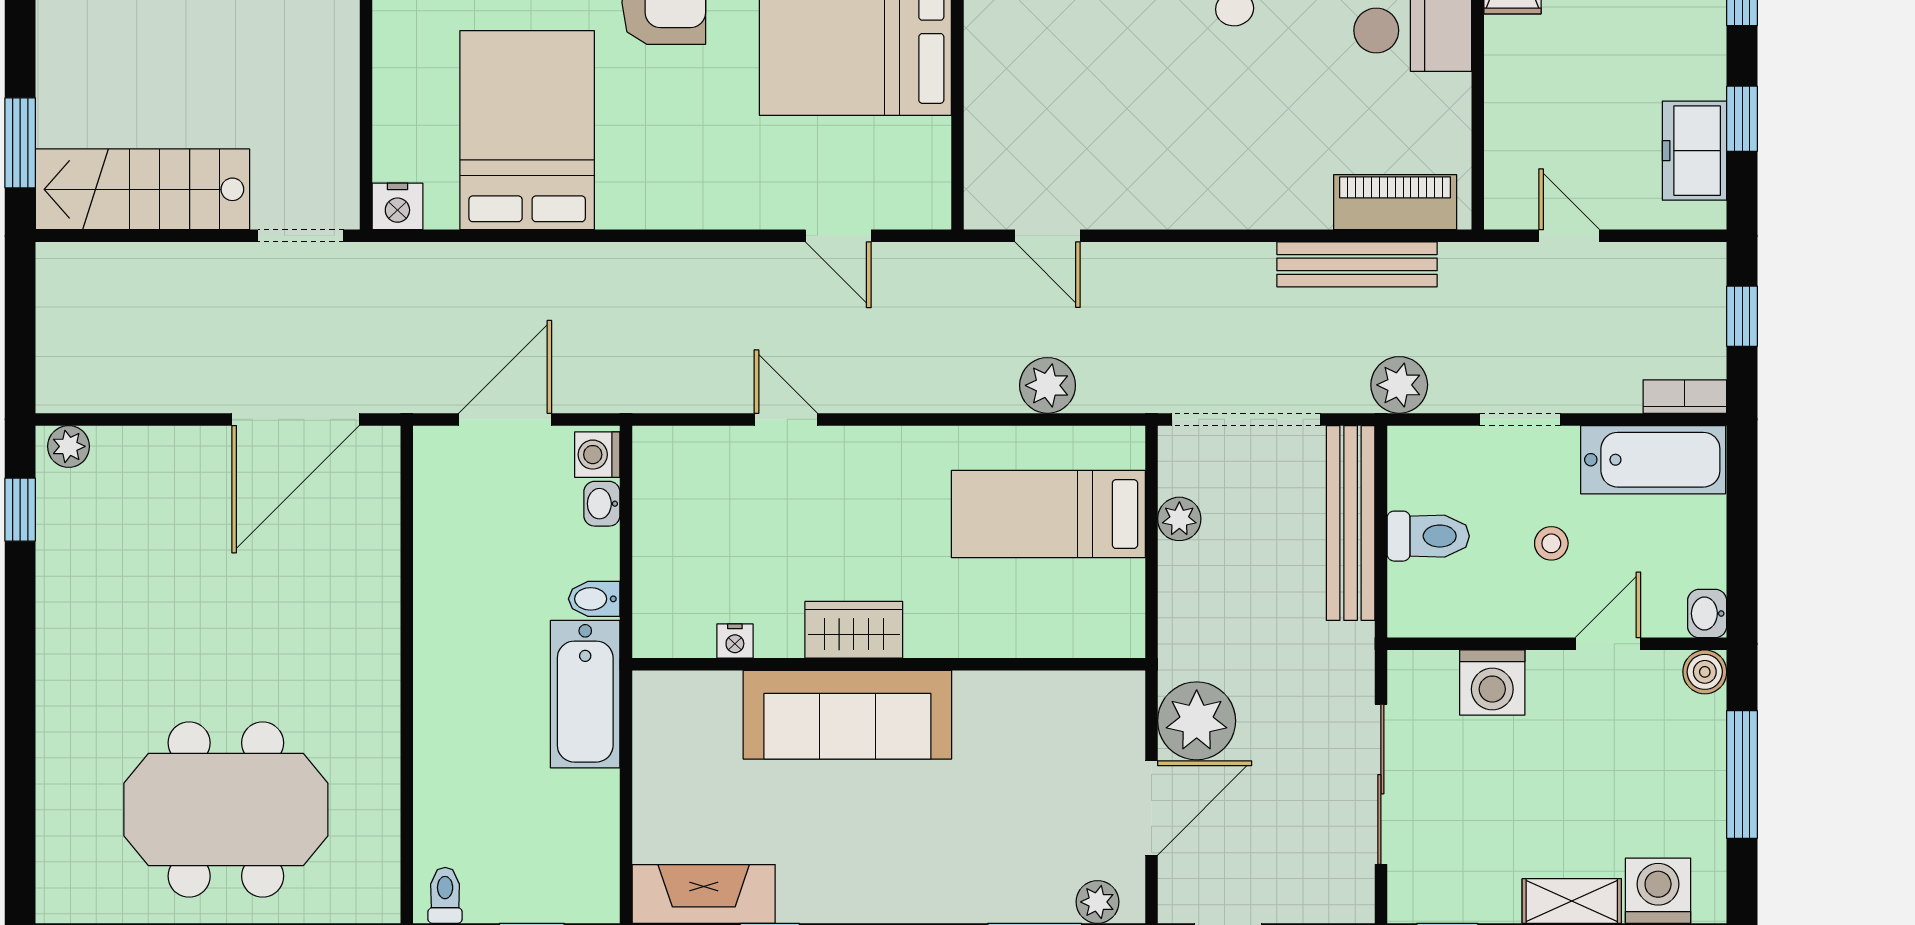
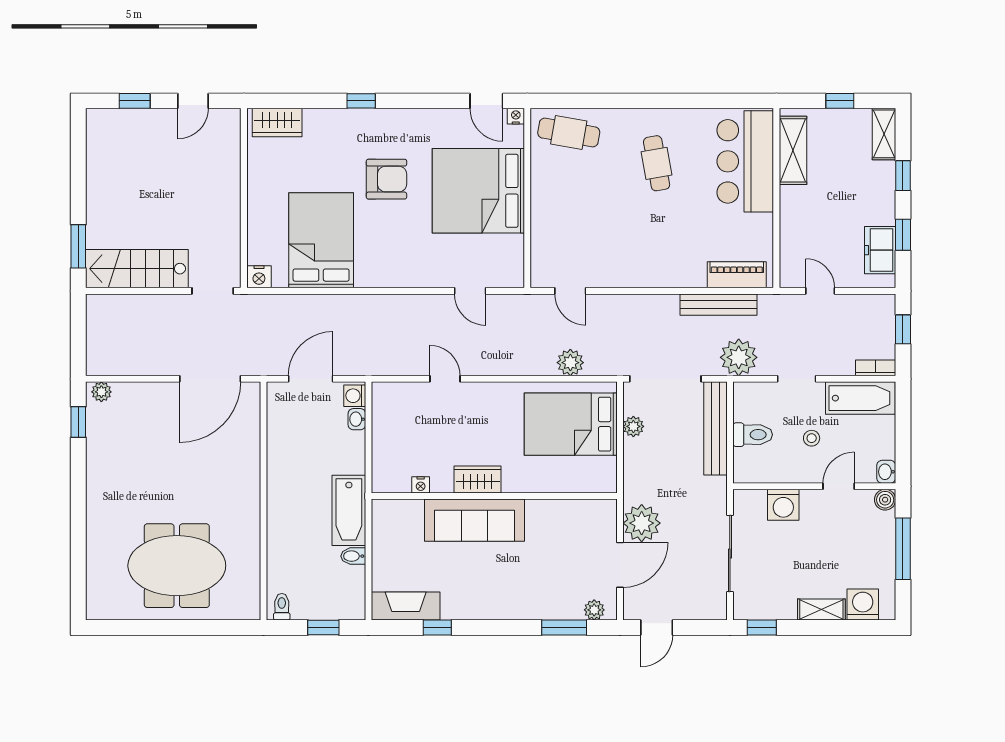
plant: (1399, 385) -> (739, 357), width x1.36, depth x1.36
bed: (1048, 514) -> (571, 424), width x1.50
bidet: (594, 599) -> (353, 556), moved

